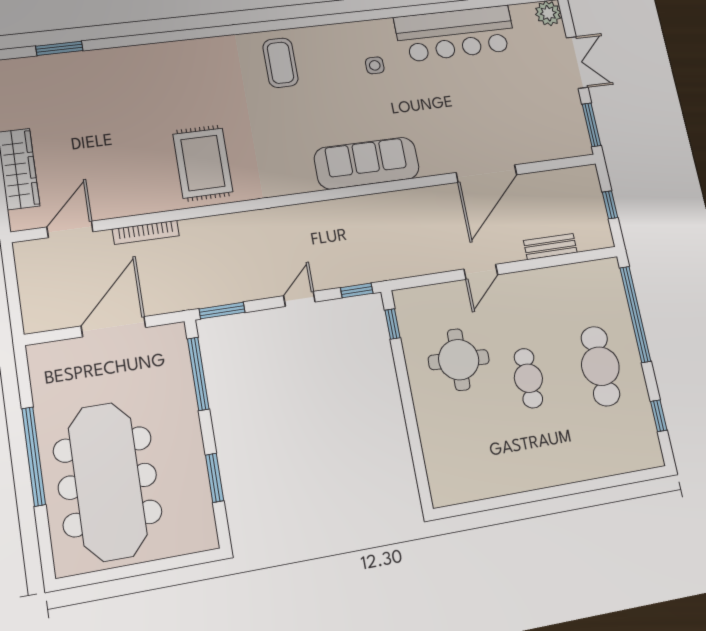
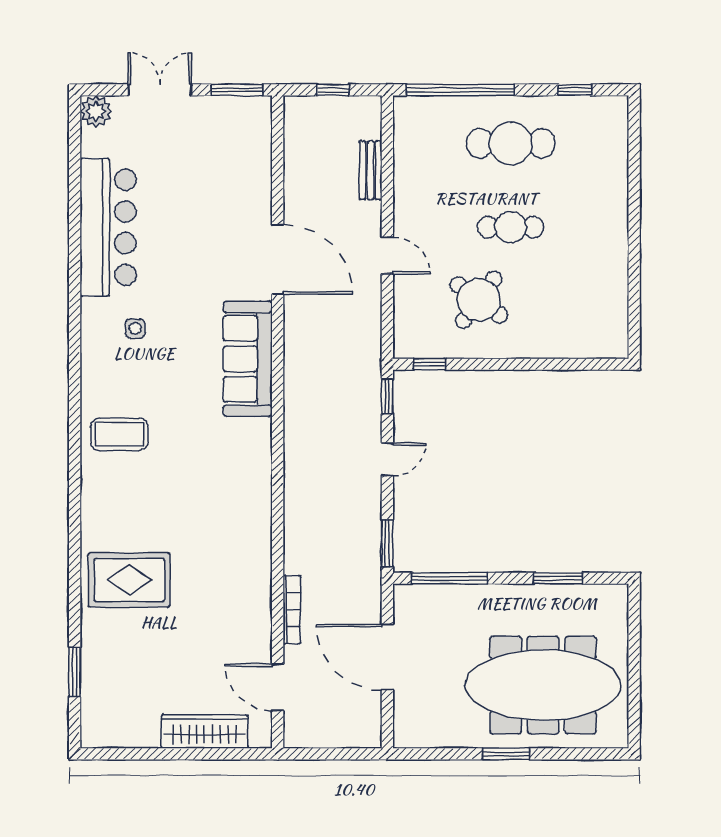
rug: (203, 163) -> (129, 580), moved
door: (486, 174) -> (278, 259), moved
door: (299, 299) -> (387, 459), swing flipped
round table: (459, 360) -> (479, 300), turned 33
window: (34, 456) -> (506, 754), width x0.47

